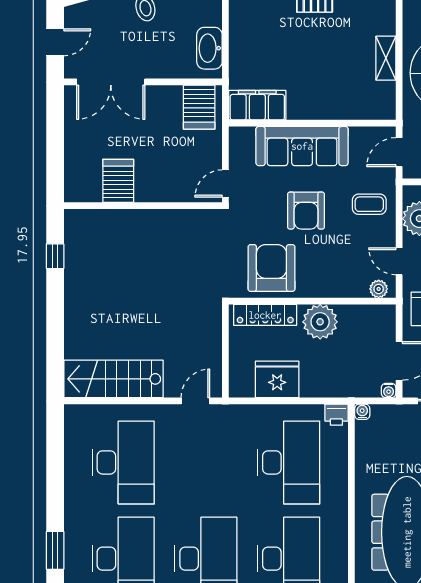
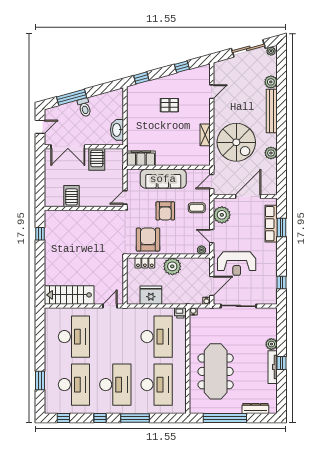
server rack: (199, 107) -> (97, 159), moved
locker: (265, 315) -> (145, 263), width x0.66

